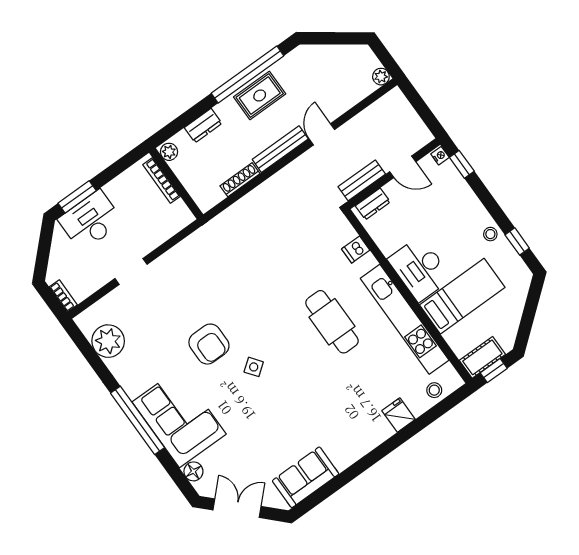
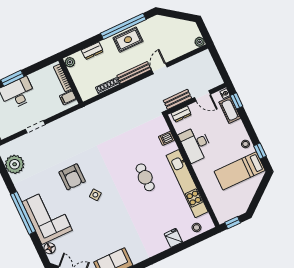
filing cabinet: (177, 212) -> (68, 98), added
desk: (420, 269) -> (196, 144), moved
bed: (462, 296) -> (240, 171), moved, turned 180
cafe table: (332, 322) -> (145, 177), width x0.73, depth x0.74
cot: (482, 357) -> (230, 110), moved, turned 90

